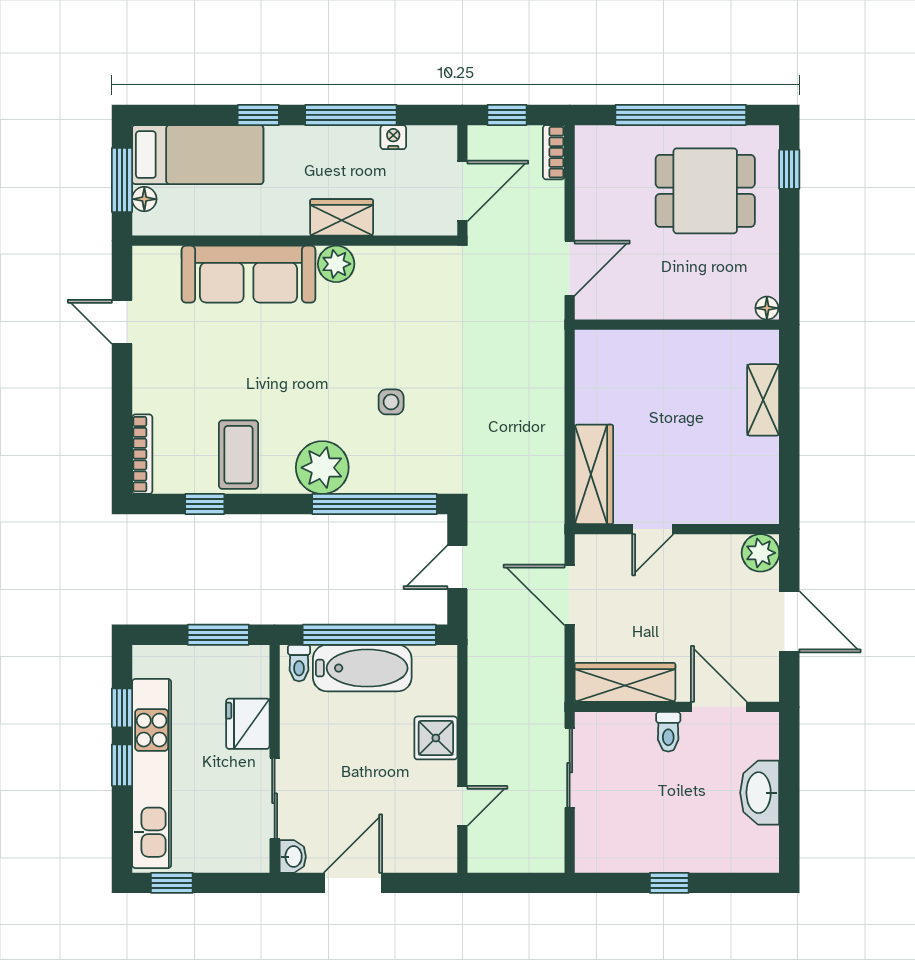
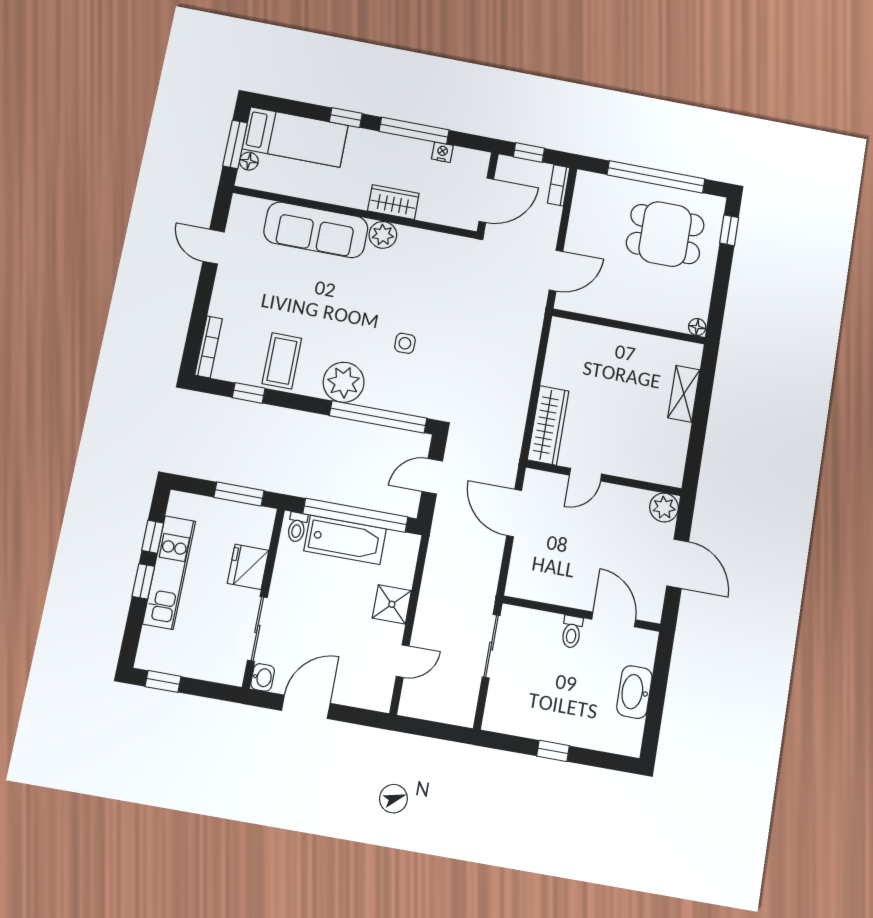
wardrobe: (625, 682) -> (545, 588), removed
kitchen unit: (152, 774) -> (169, 572), width x0.73

